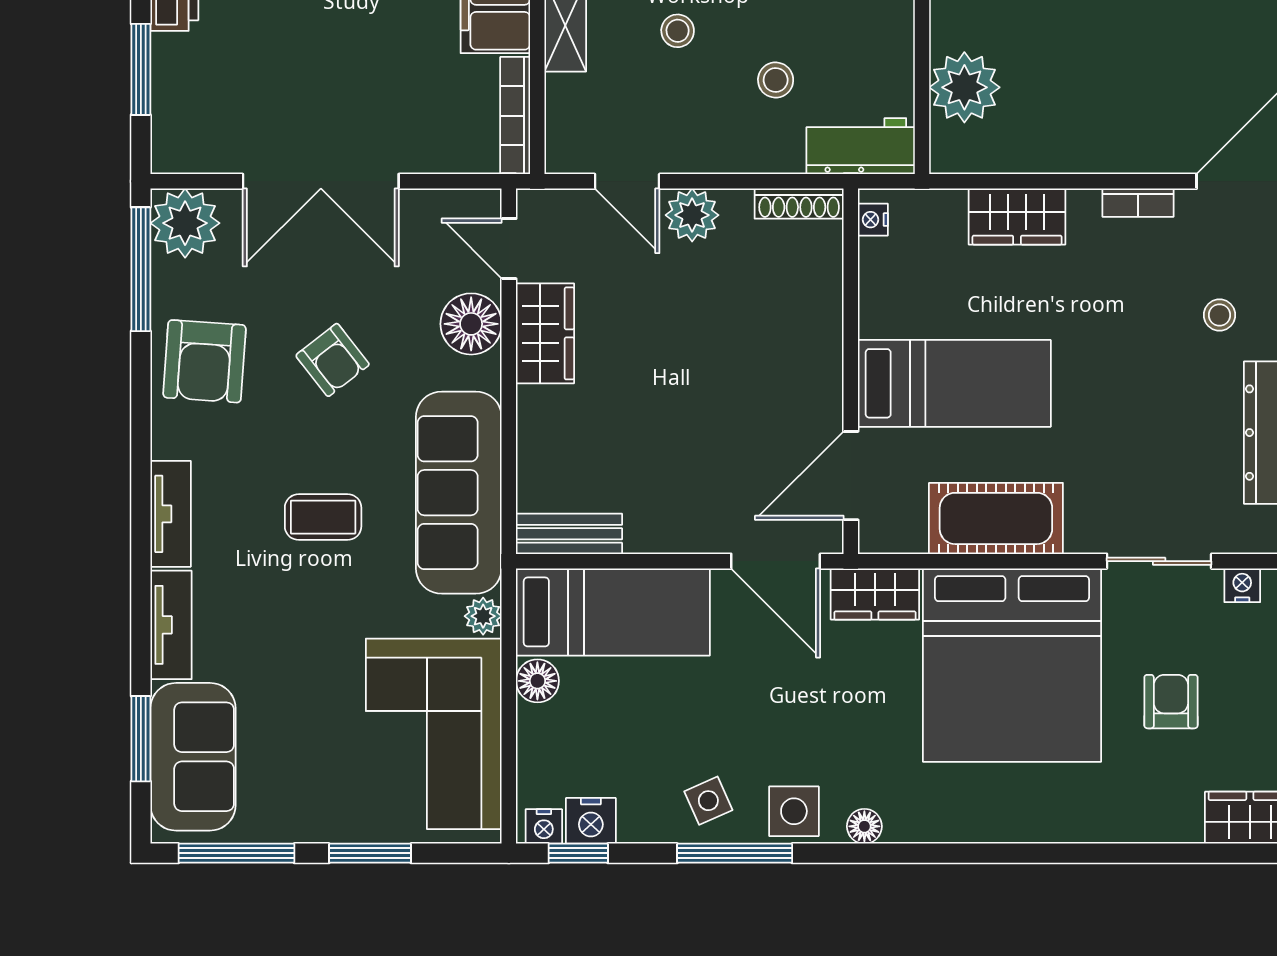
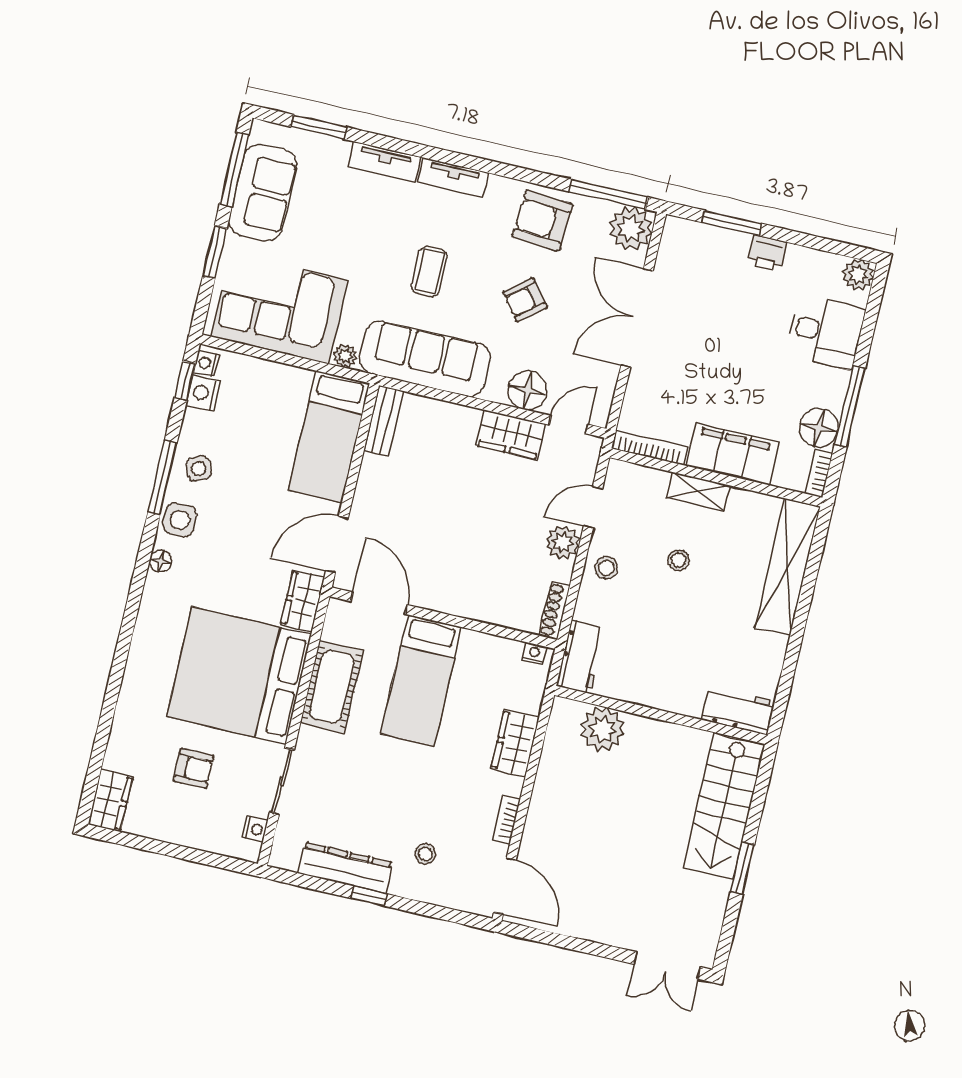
stool: (776, 80) -> (606, 568), moved
floor lamp: (537, 681) -> (297, 380), removed
sofa: (193, 757) -> (263, 193), moved, turned -90

